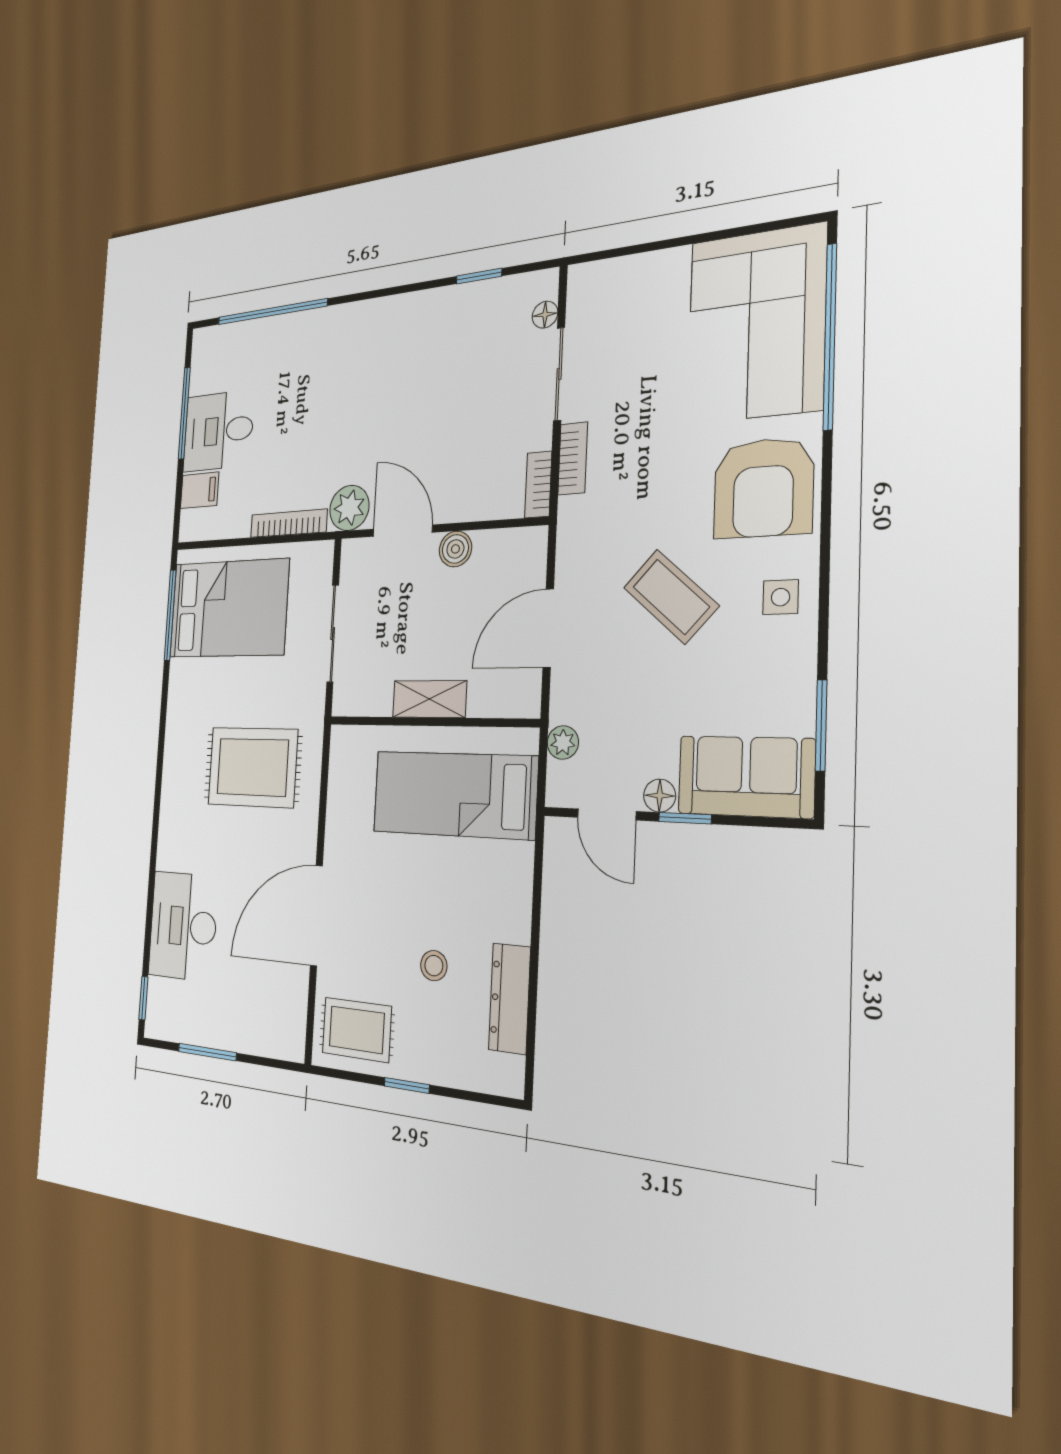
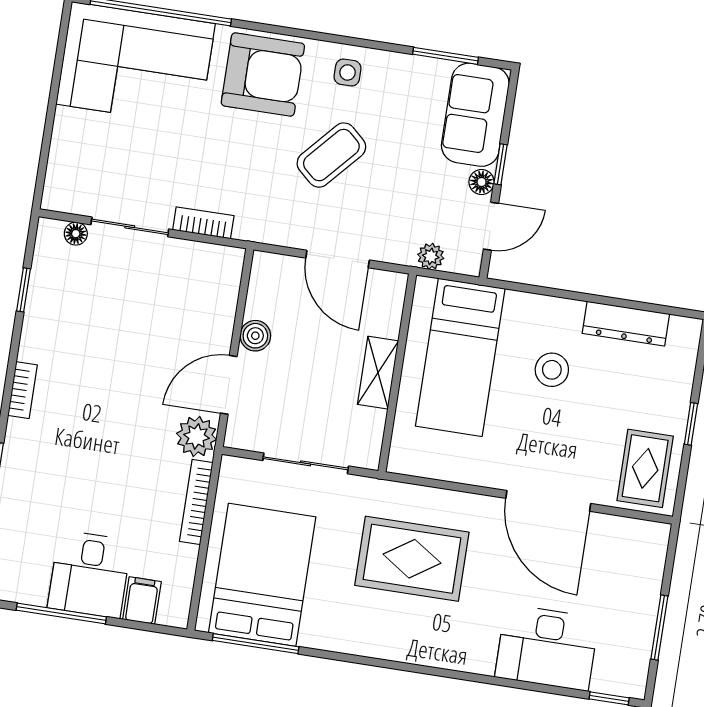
bookcase: (538, 484) -> (23, 390), moved, turned -90
rug: (253, 767) -> (412, 559), turned 90
stool: (434, 966) -> (552, 370), moved, width x1.37, depth x1.37

